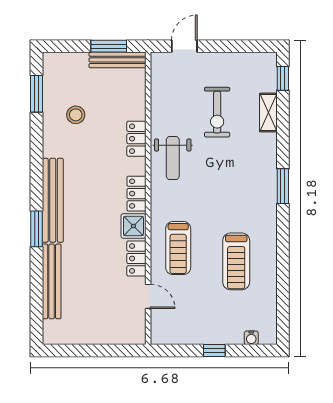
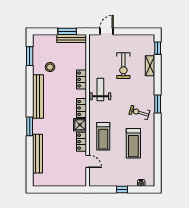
weight bench: (173, 158) -> (100, 89), turned 180
bench: (53, 200) -> (38, 96), moved
exercise bike: (248, 202) -> (139, 113), added

